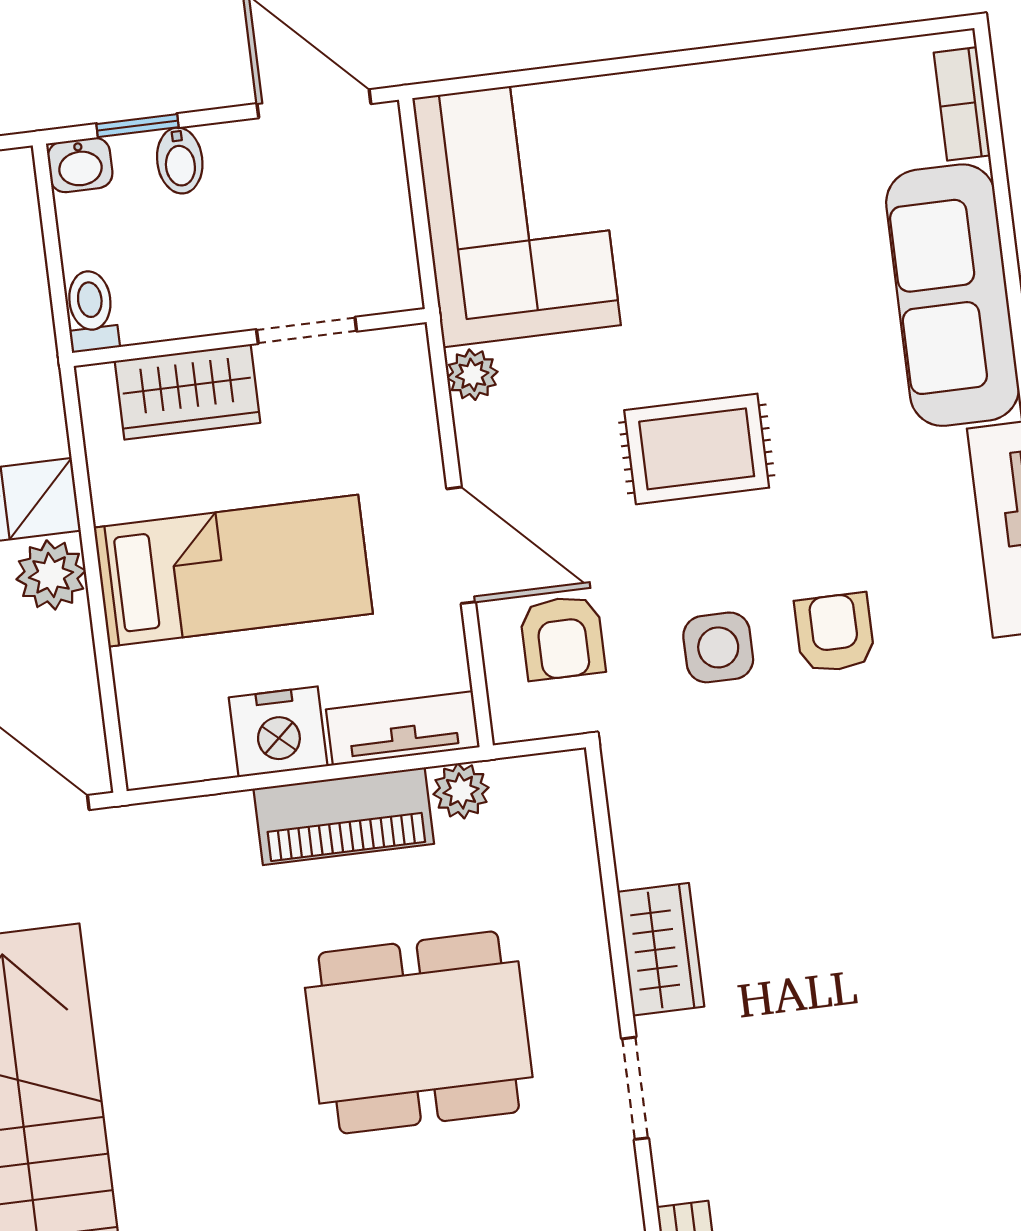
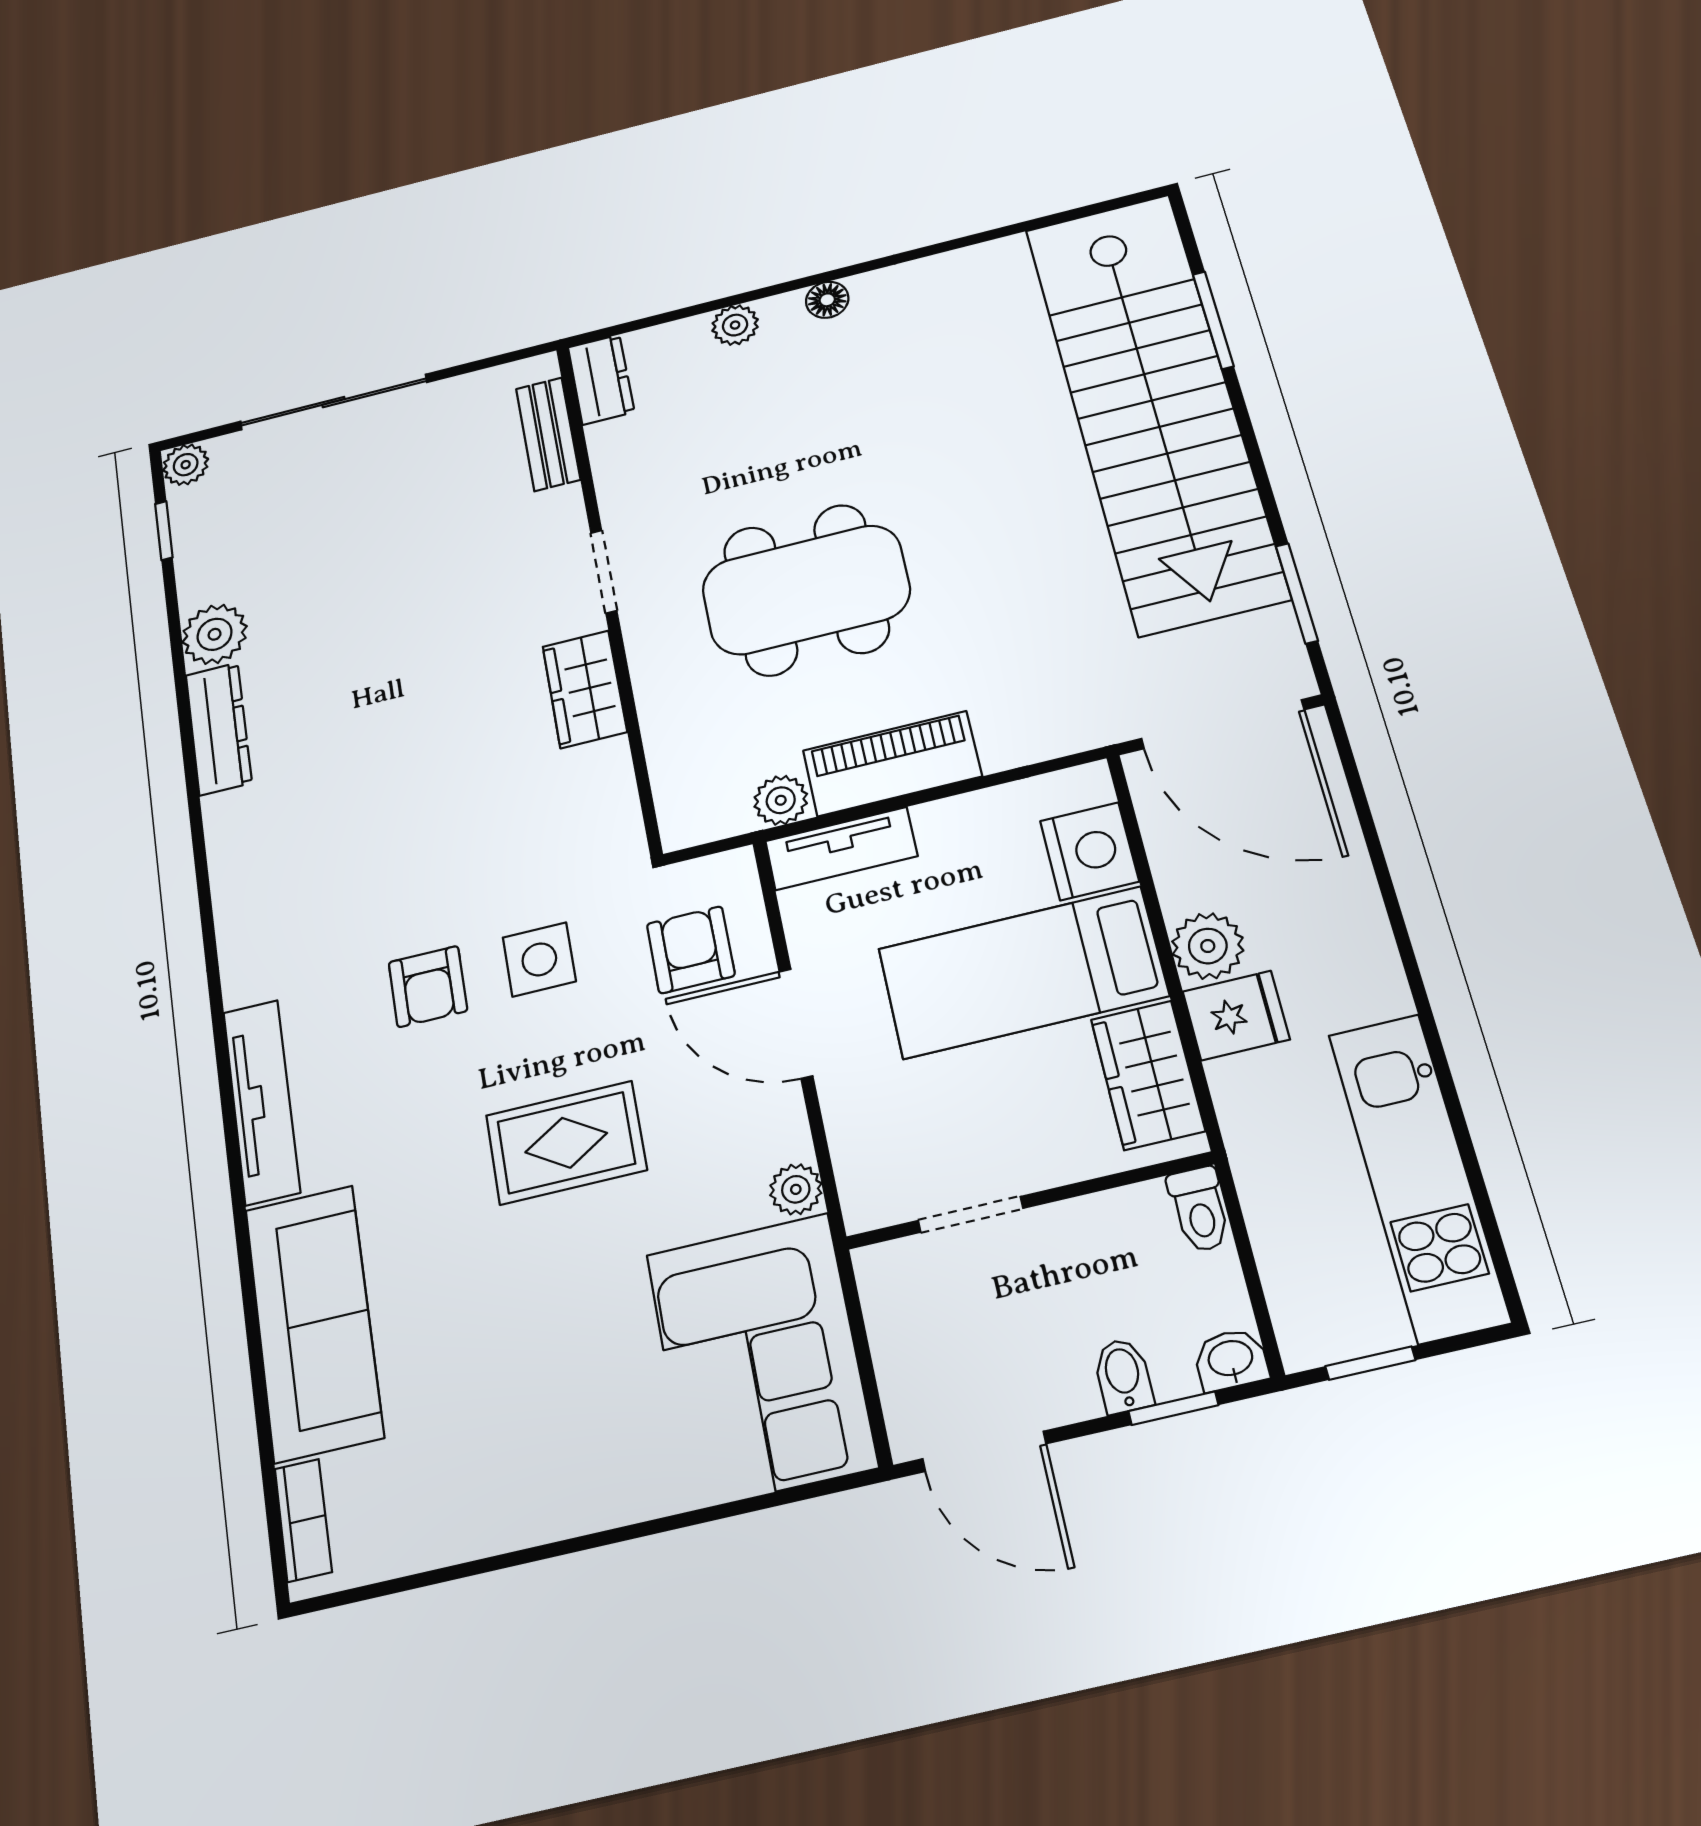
wardrobe: (188, 392) -> (1148, 1075), moved, turned -90
nightstand: (278, 732) -> (1089, 851), moved, turned 90

